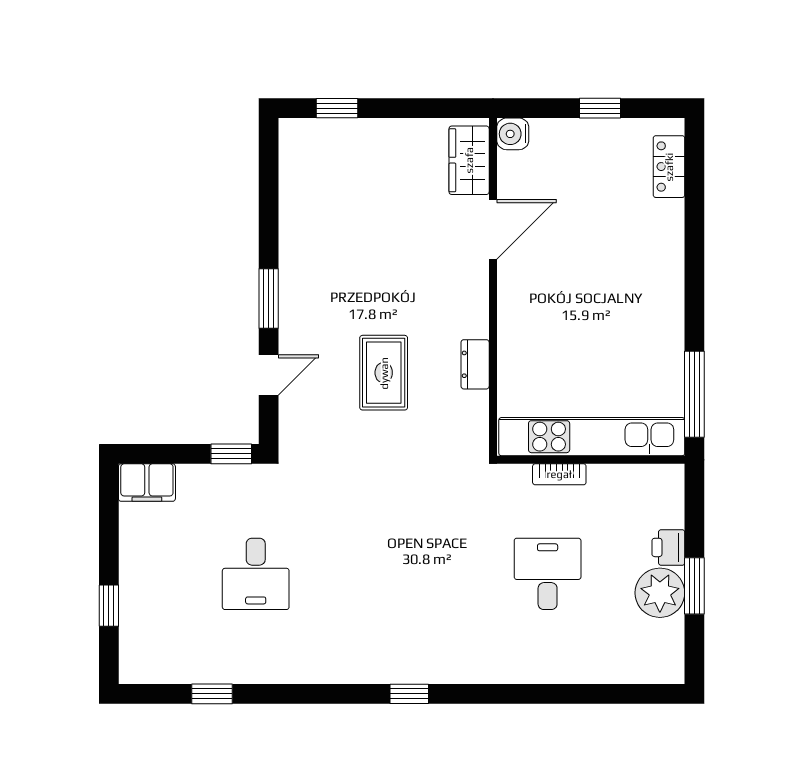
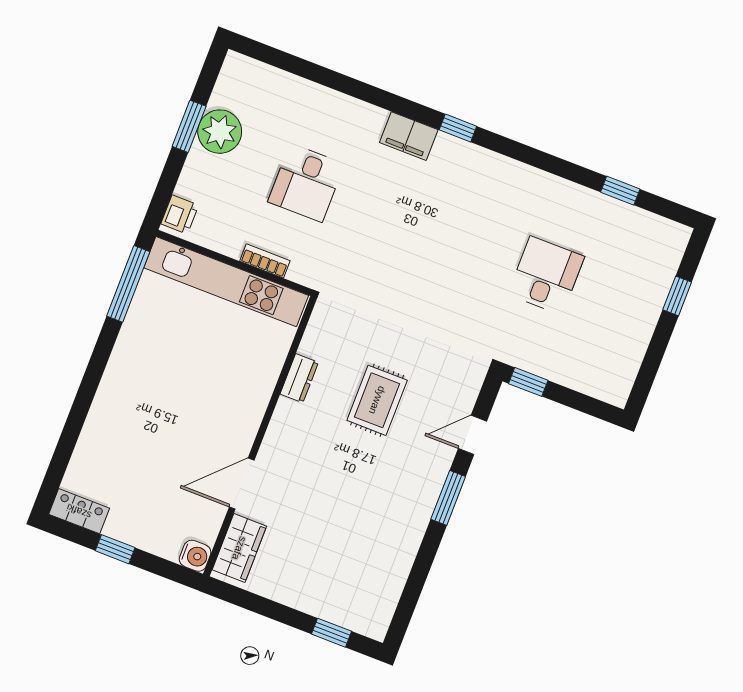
locker: (669, 167) -> (79, 511), moved, turned -90
filing cabinet: (147, 483) -> (409, 136), moved, turned 180
printer: (668, 547) -> (180, 214), moved

